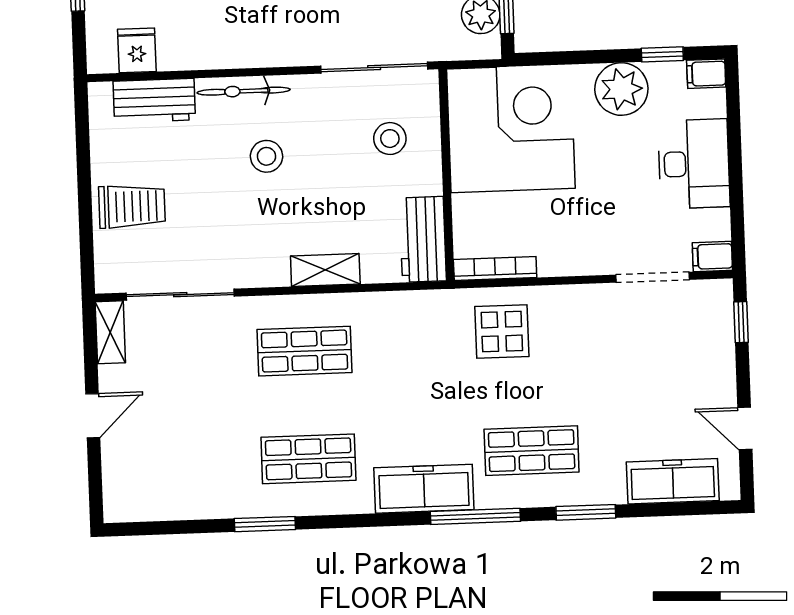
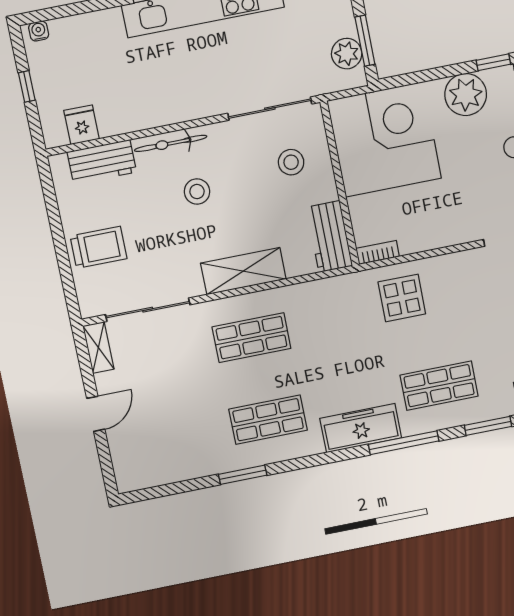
bookcase: (495, 269) -> (378, 252), width x0.64
shelving: (325, 270) -> (243, 271), width x1.50, depth x1.33

